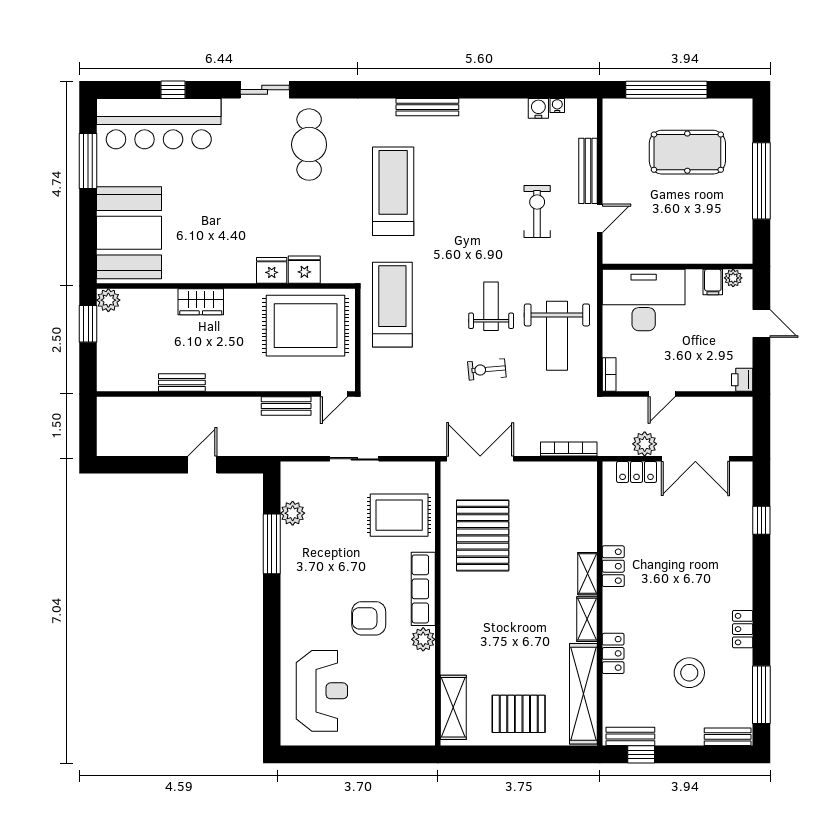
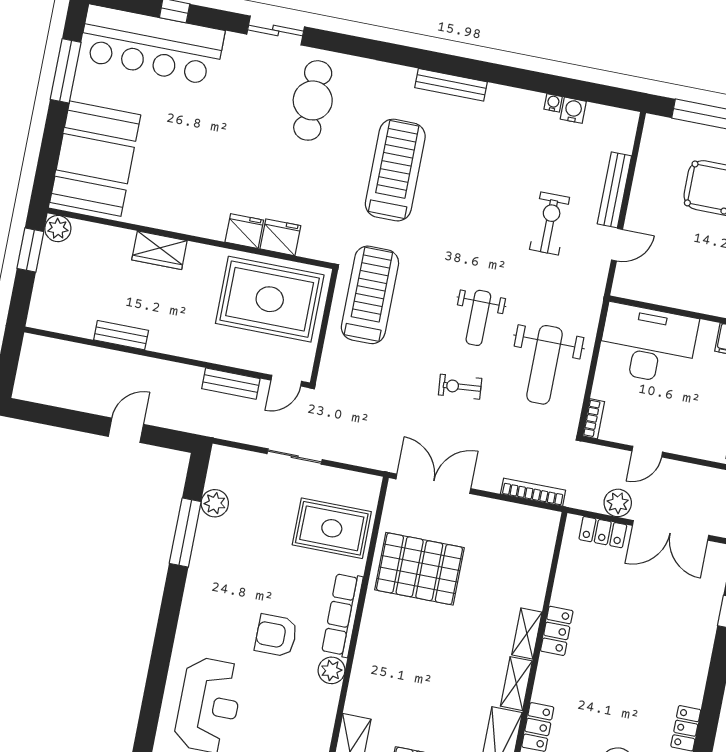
water cooler: (557, 105) -> (553, 103), moved
weight bench: (491, 306) -> (478, 318), turned 180
pallet: (483, 535) -> (419, 569), turned 90

